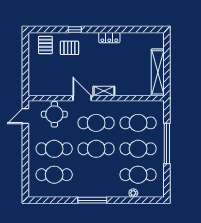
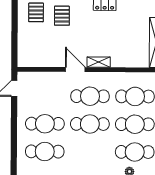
pallet: (69, 48) -> (62, 16), turned 90
round table: (54, 114) -> (45, 87), removed

